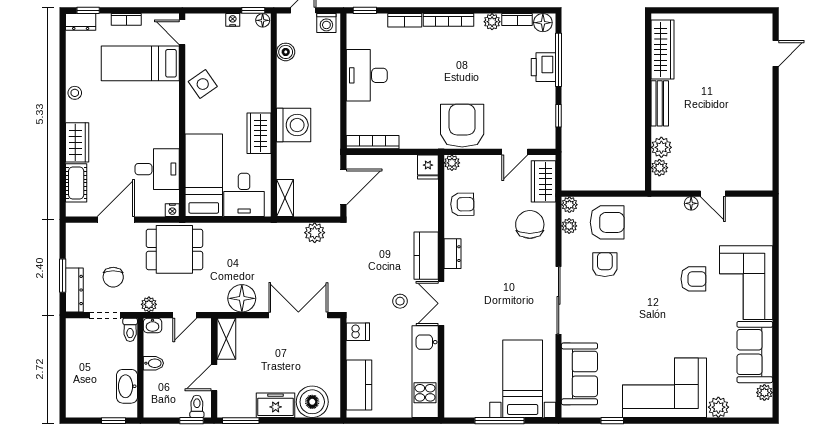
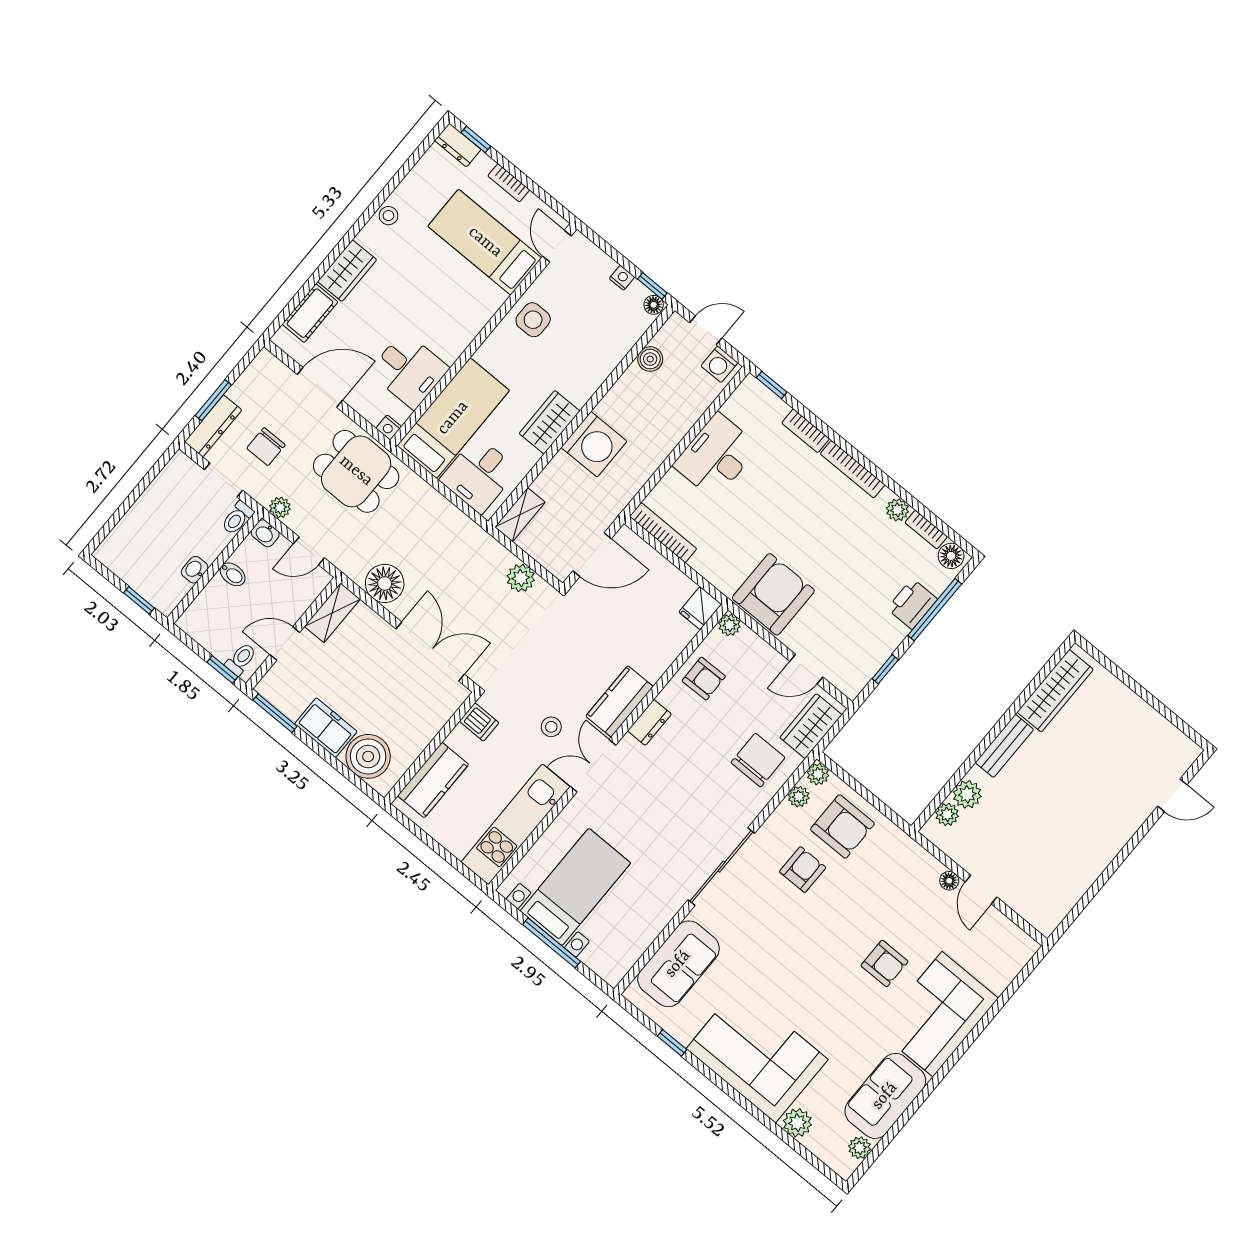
side table: (203, 84) -> (533, 320), turned 35
bed with nightstands: (523, 379) -> (575, 887), moved
washbasin: (127, 386) -> (195, 570), width x0.52, depth x0.69

